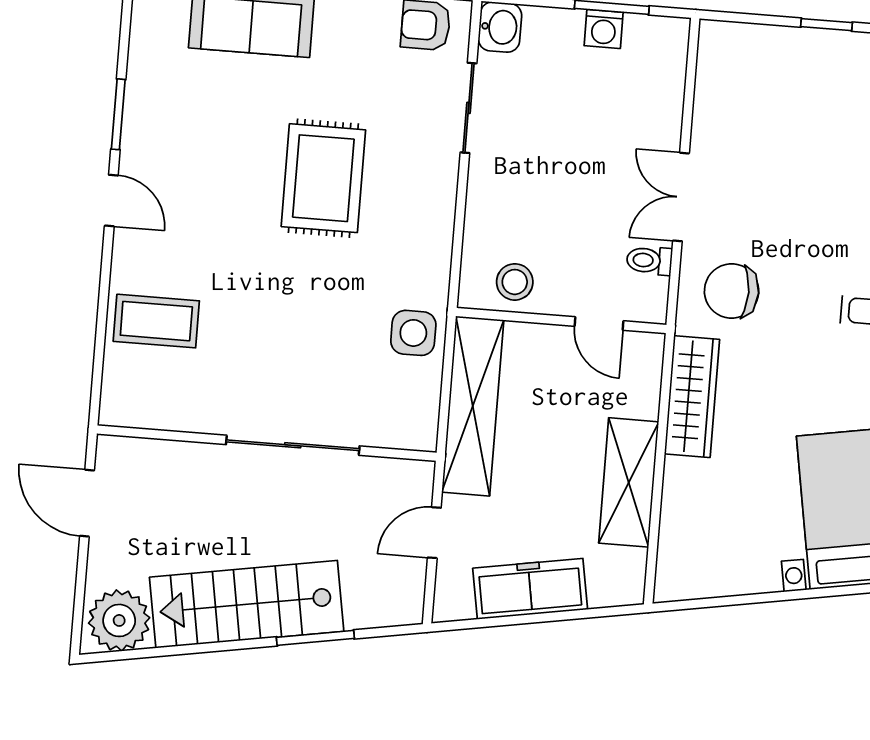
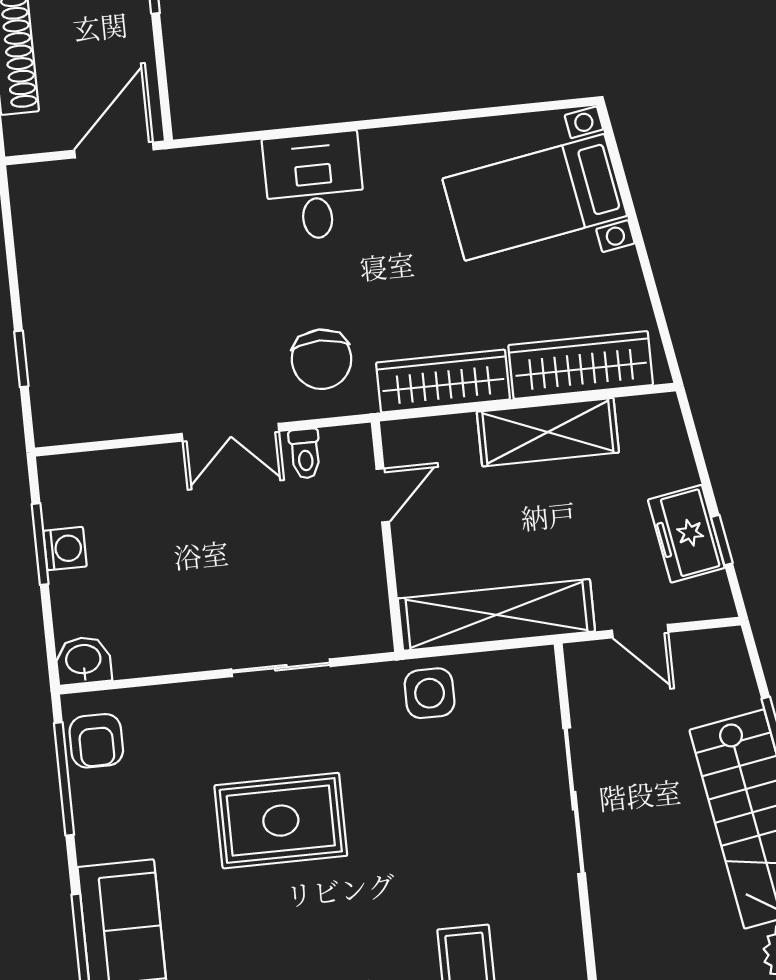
window: (827, 25) -> (21, 359), moved
sliding door: (468, 108) -> (281, 668), moved
stool: (515, 282) -> (355, 594), removed
wardrobe: (684, 523) -> (581, 365), added
freezer: (530, 589) -> (686, 534), width x0.71
window: (503, 621) -> (722, 540), added

